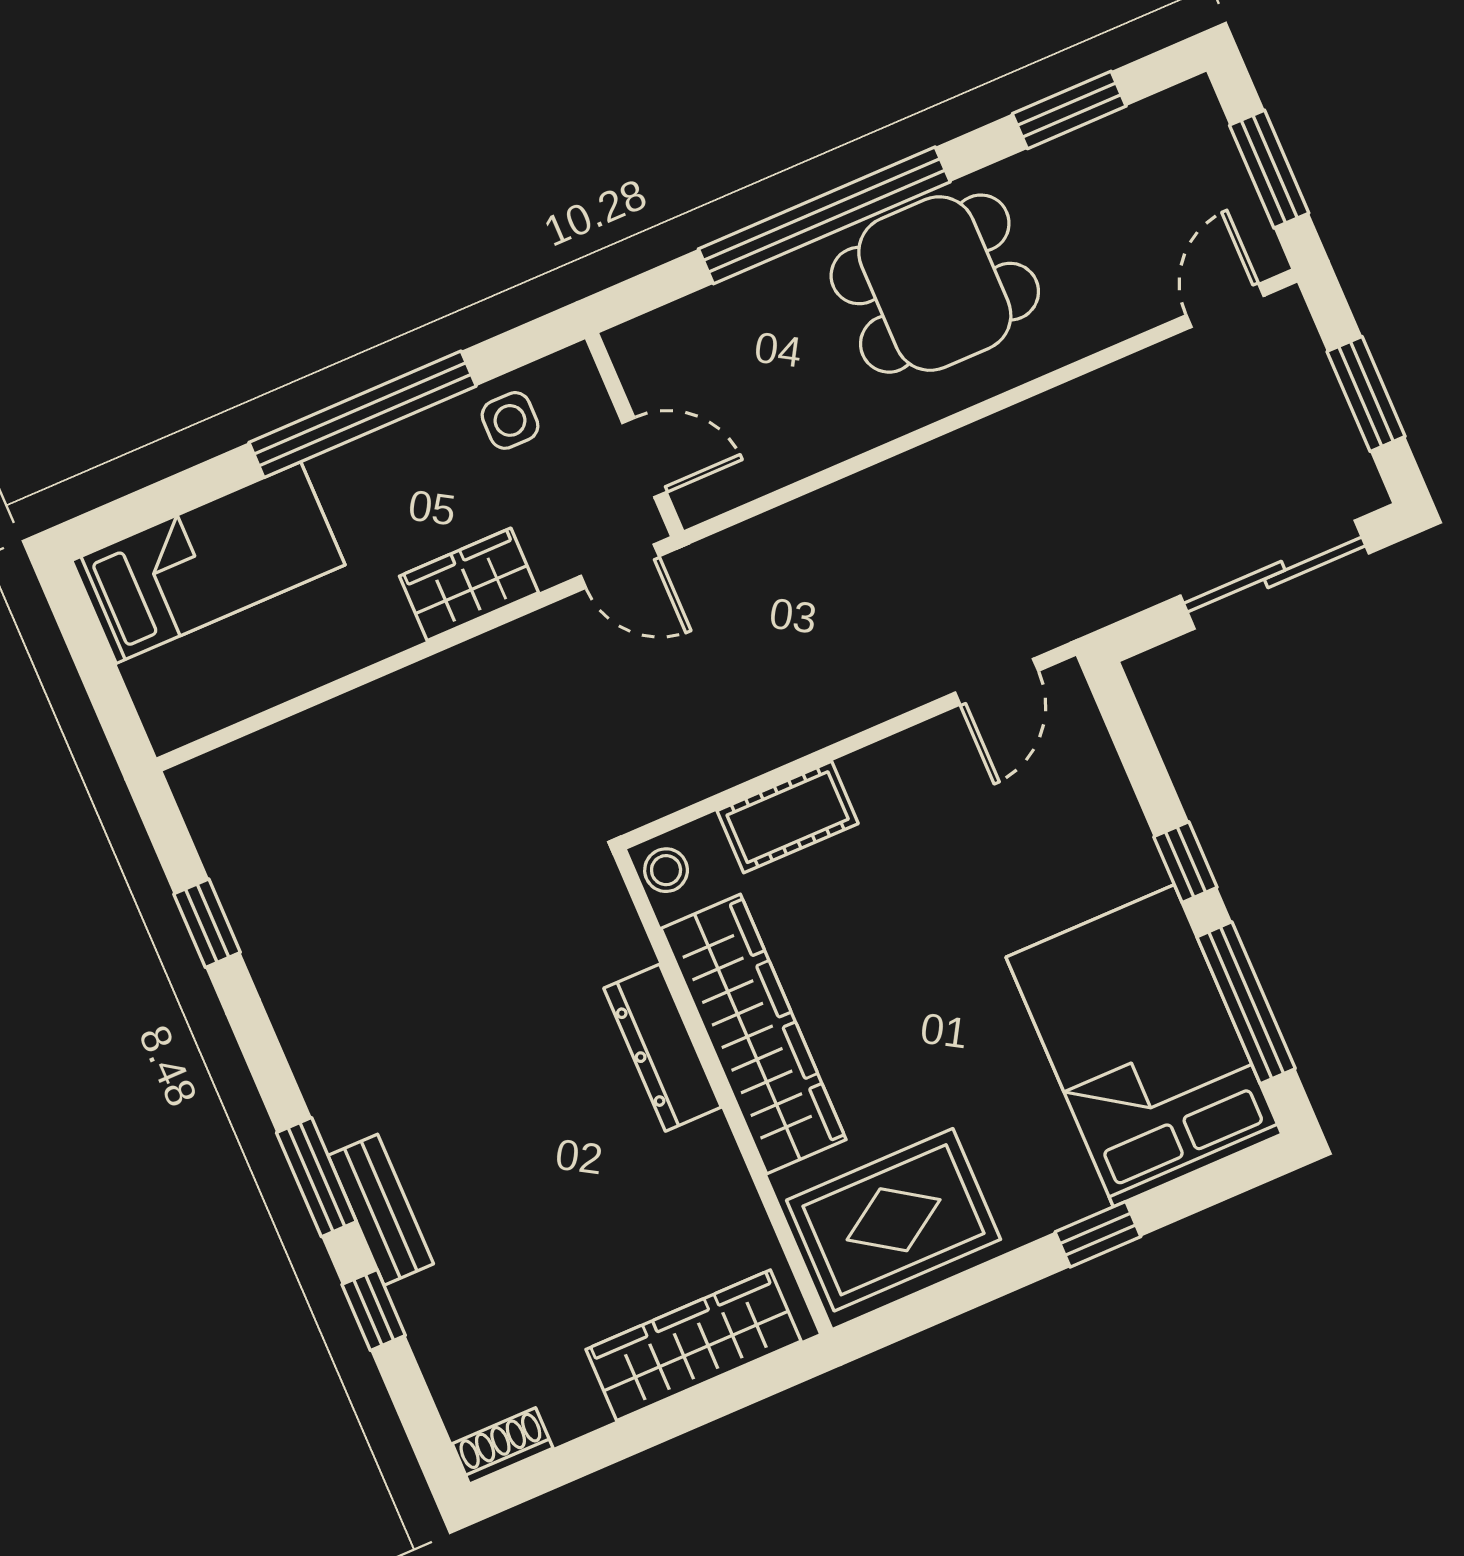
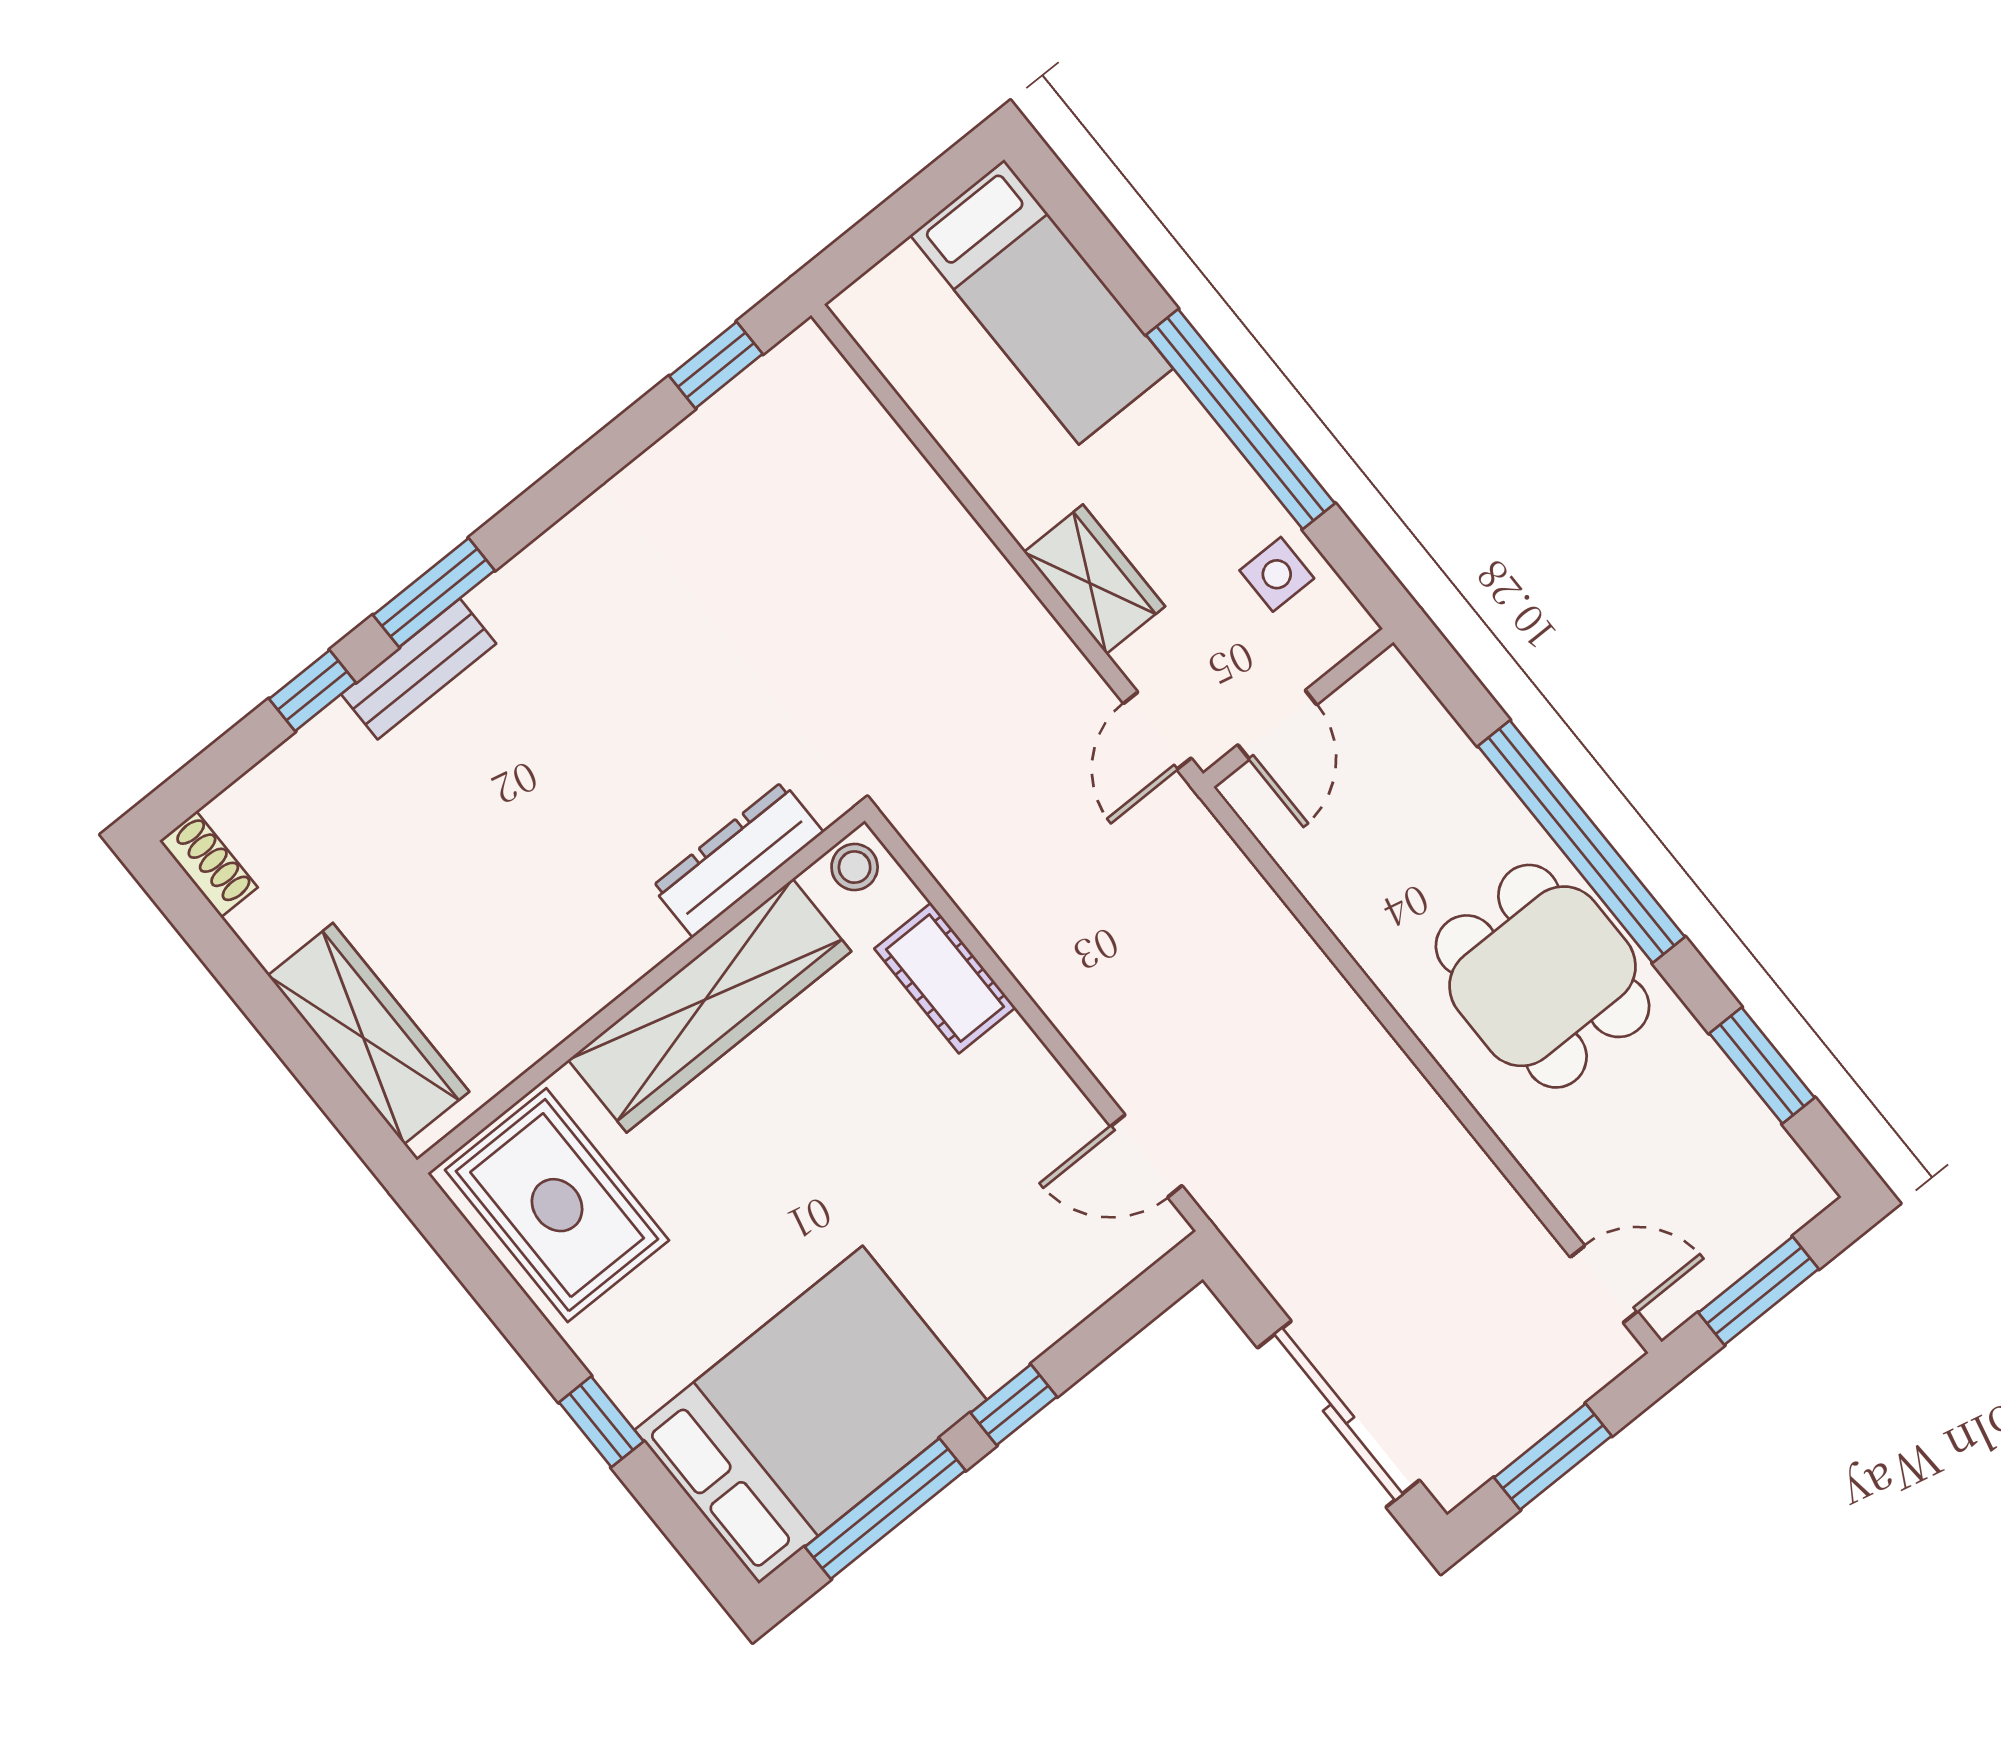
window: (207, 923) -> (716, 365), moved
dresser: (662, 1048) -> (738, 859), moved

